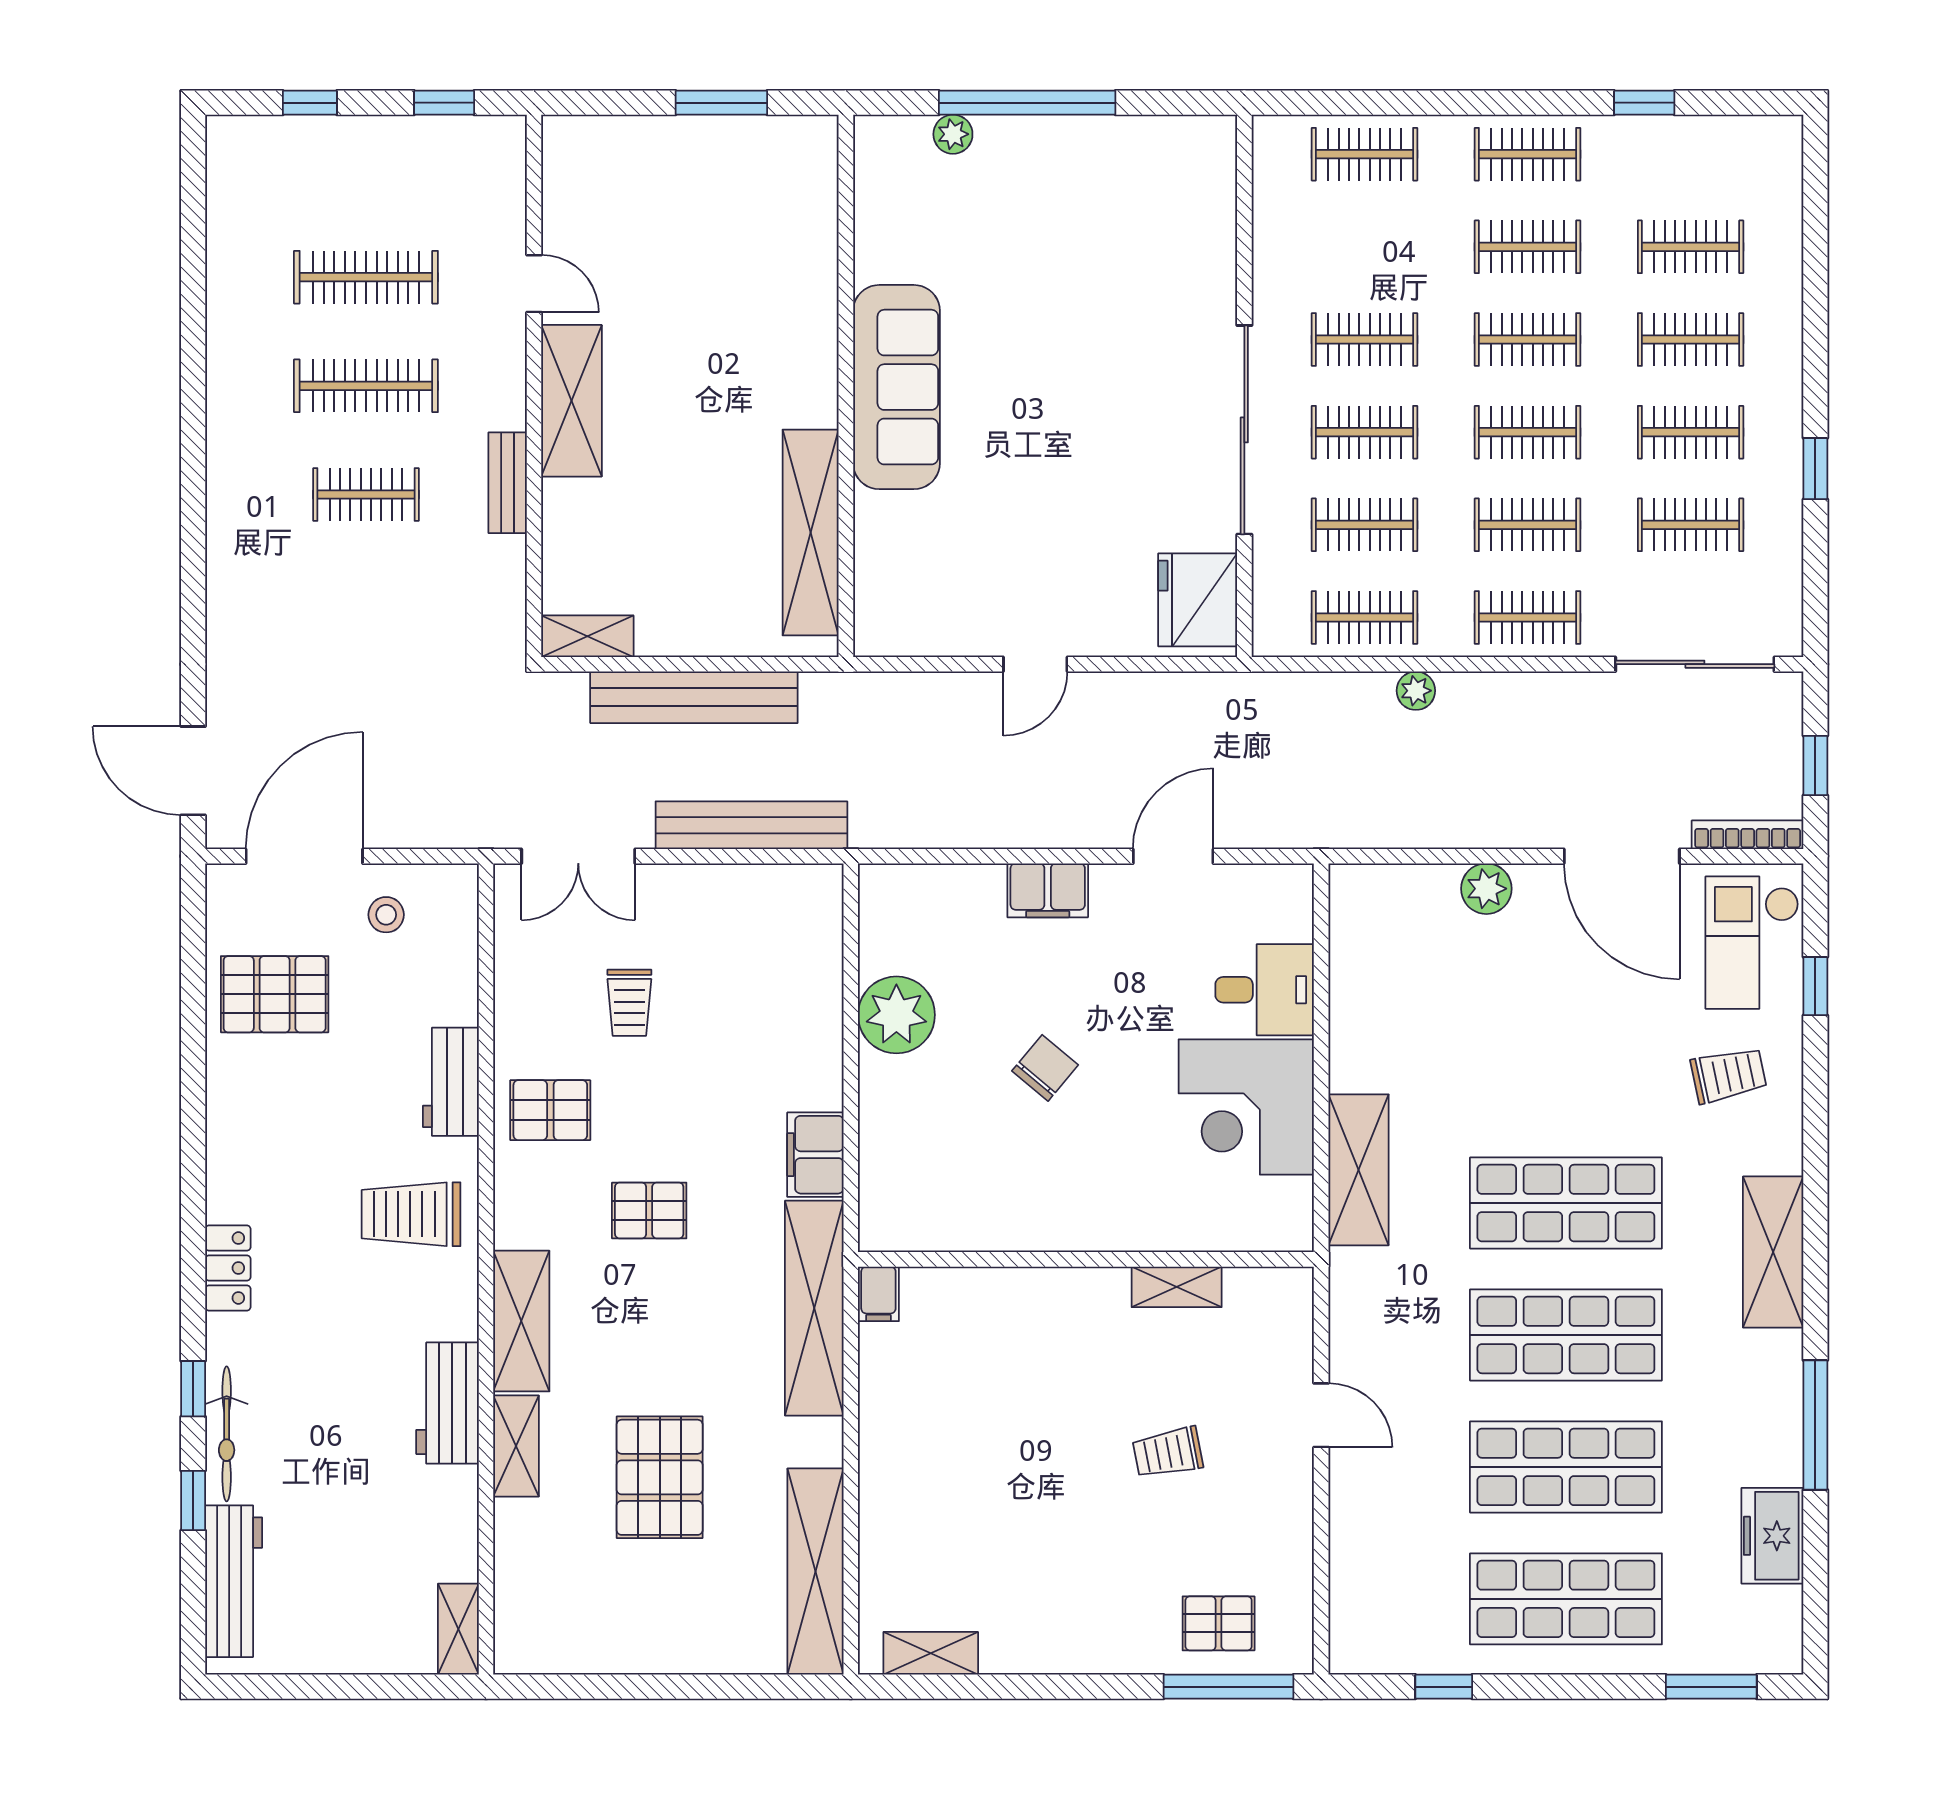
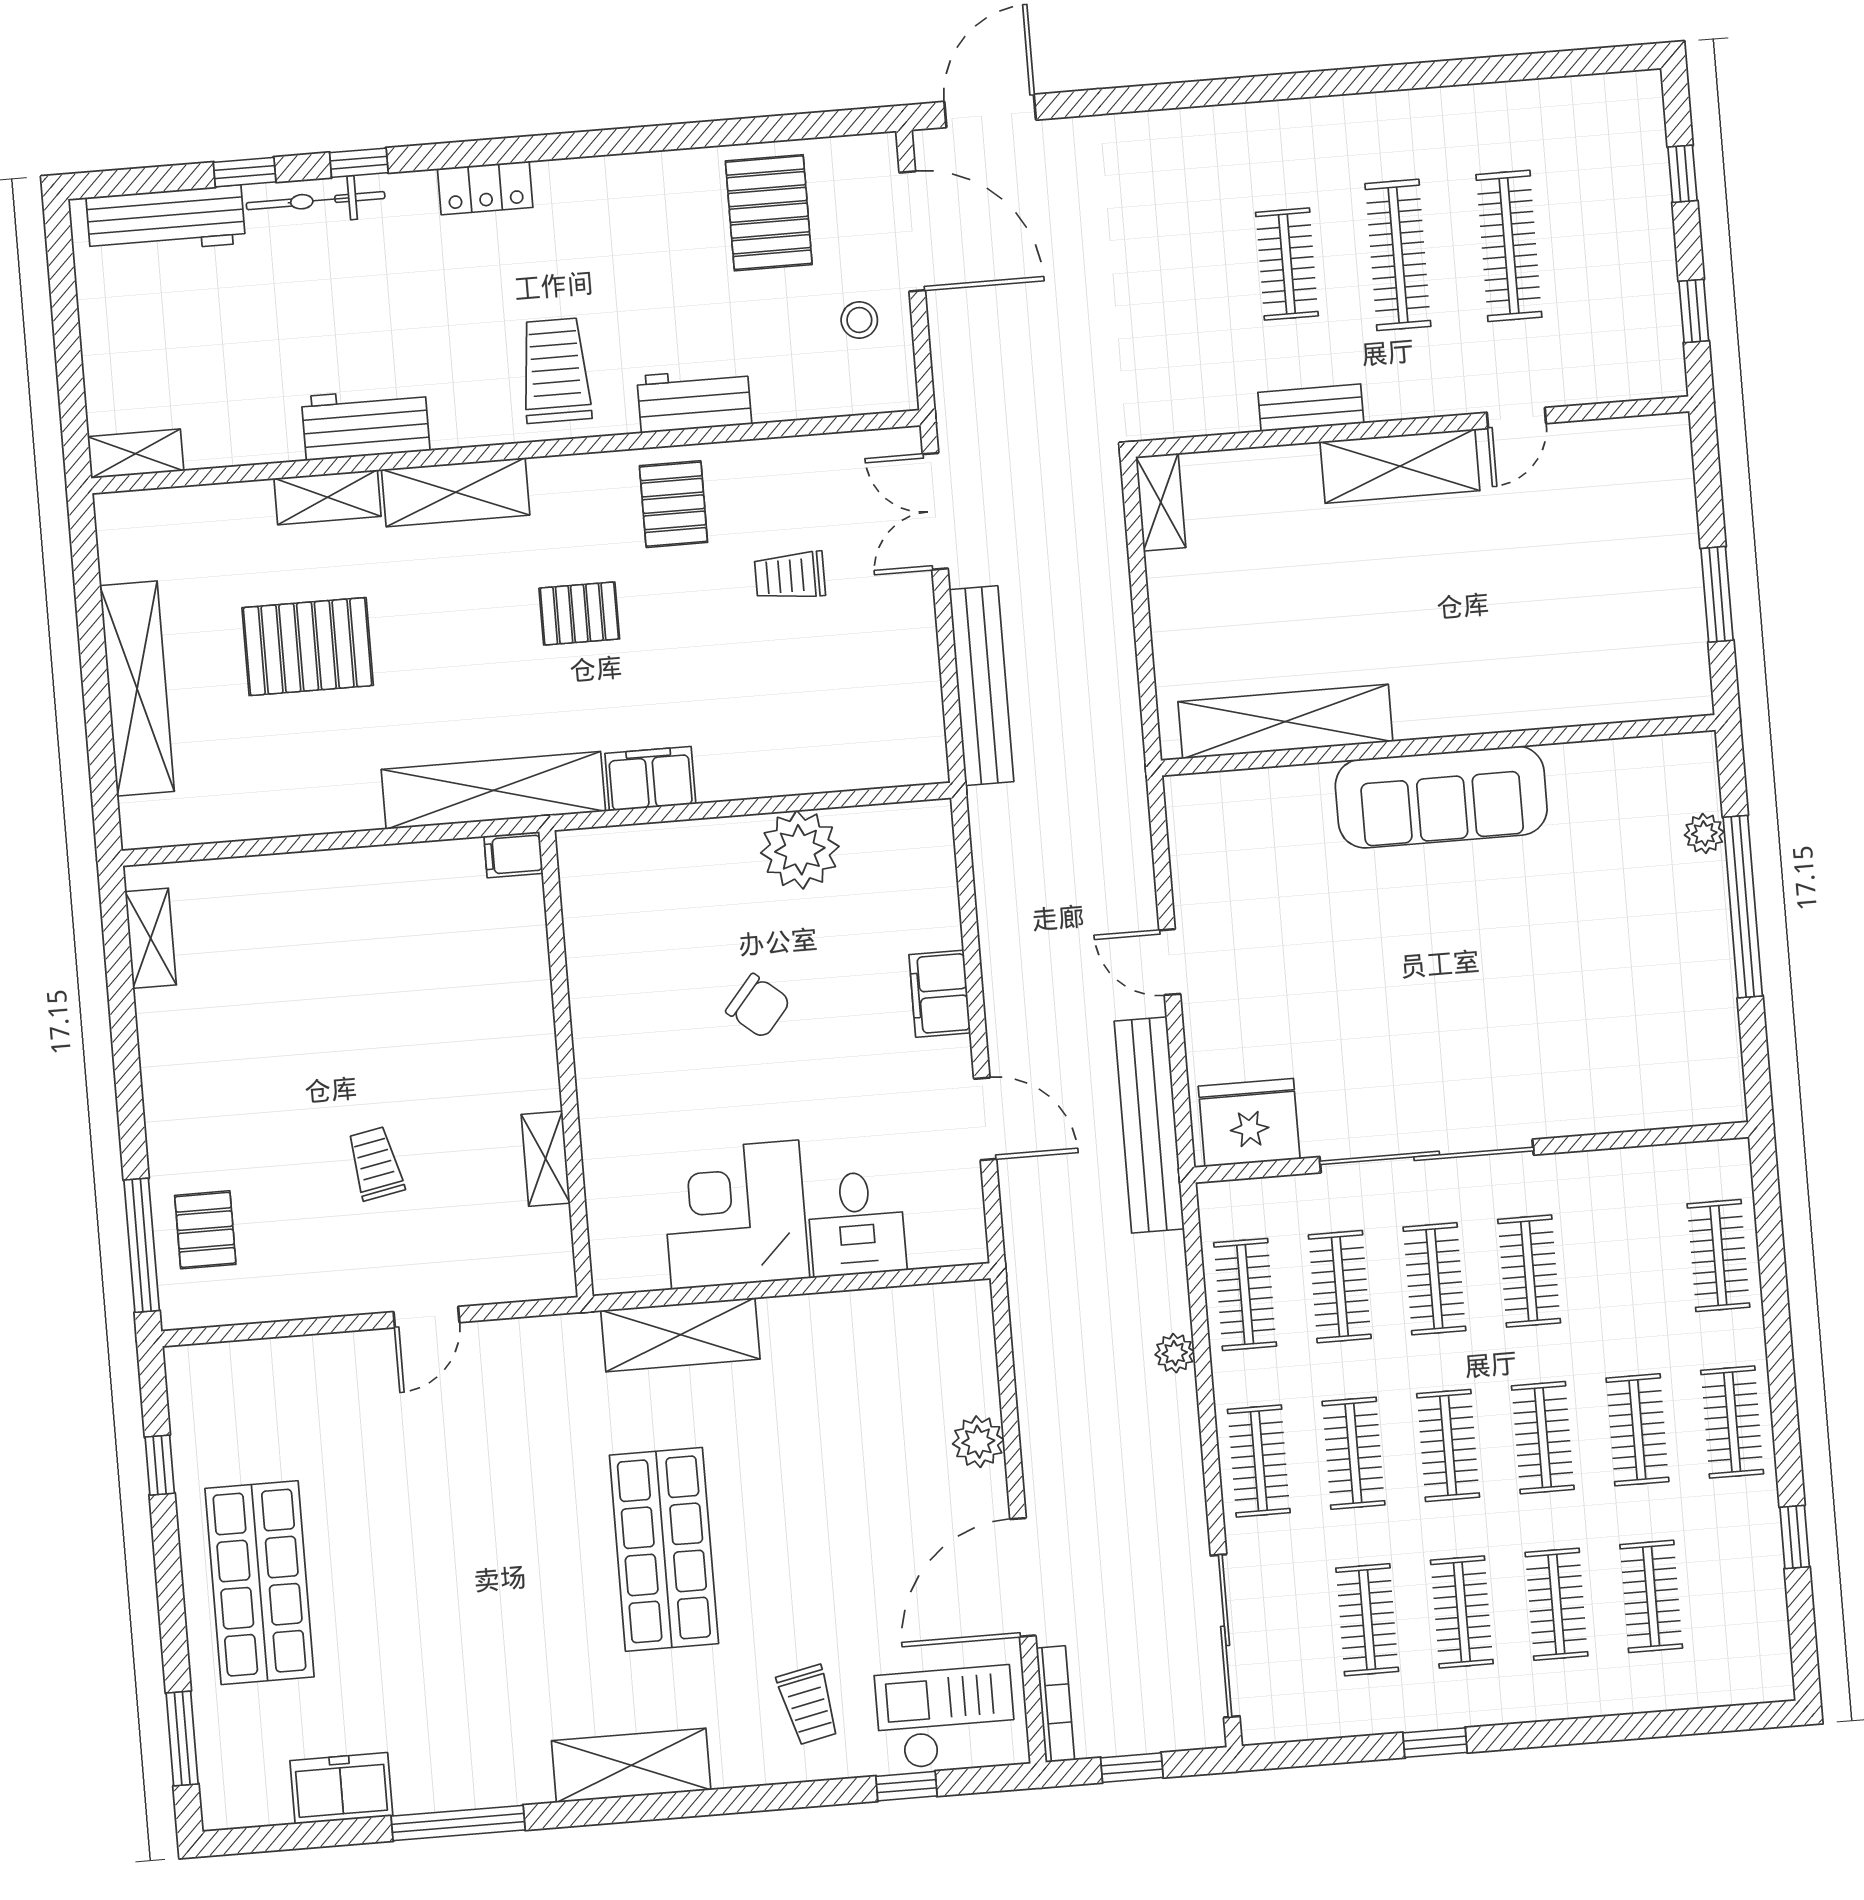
bench: (694, 697) -> (1149, 1125), moved
pallet: (649, 1210) -> (579, 614), turned 90
shop shelf: (1566, 1335) -> (529, 1560), removed
shop shelf: (1566, 1467) -> (394, 1572), removed
shelving: (815, 1572) -> (137, 688), moved, turned 90

